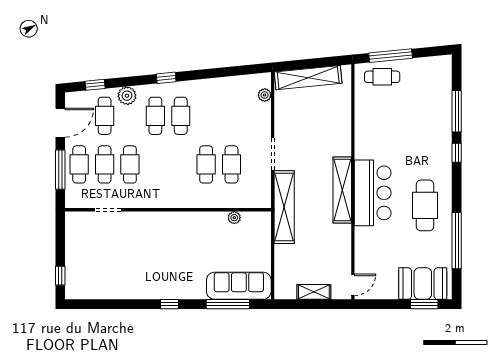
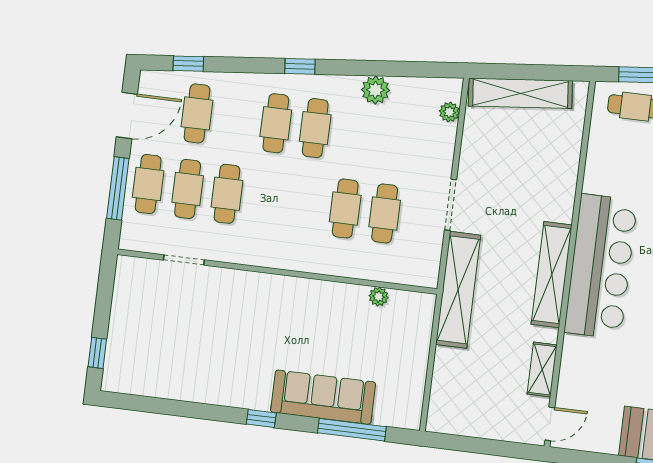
plant: (127, 96) -> (375, 90), moved
bar counter: (373, 193) -> (601, 266), width x1.36
sofa: (239, 286) -> (323, 397), moved
shelving: (314, 292) -> (542, 369), moved, turned 90

